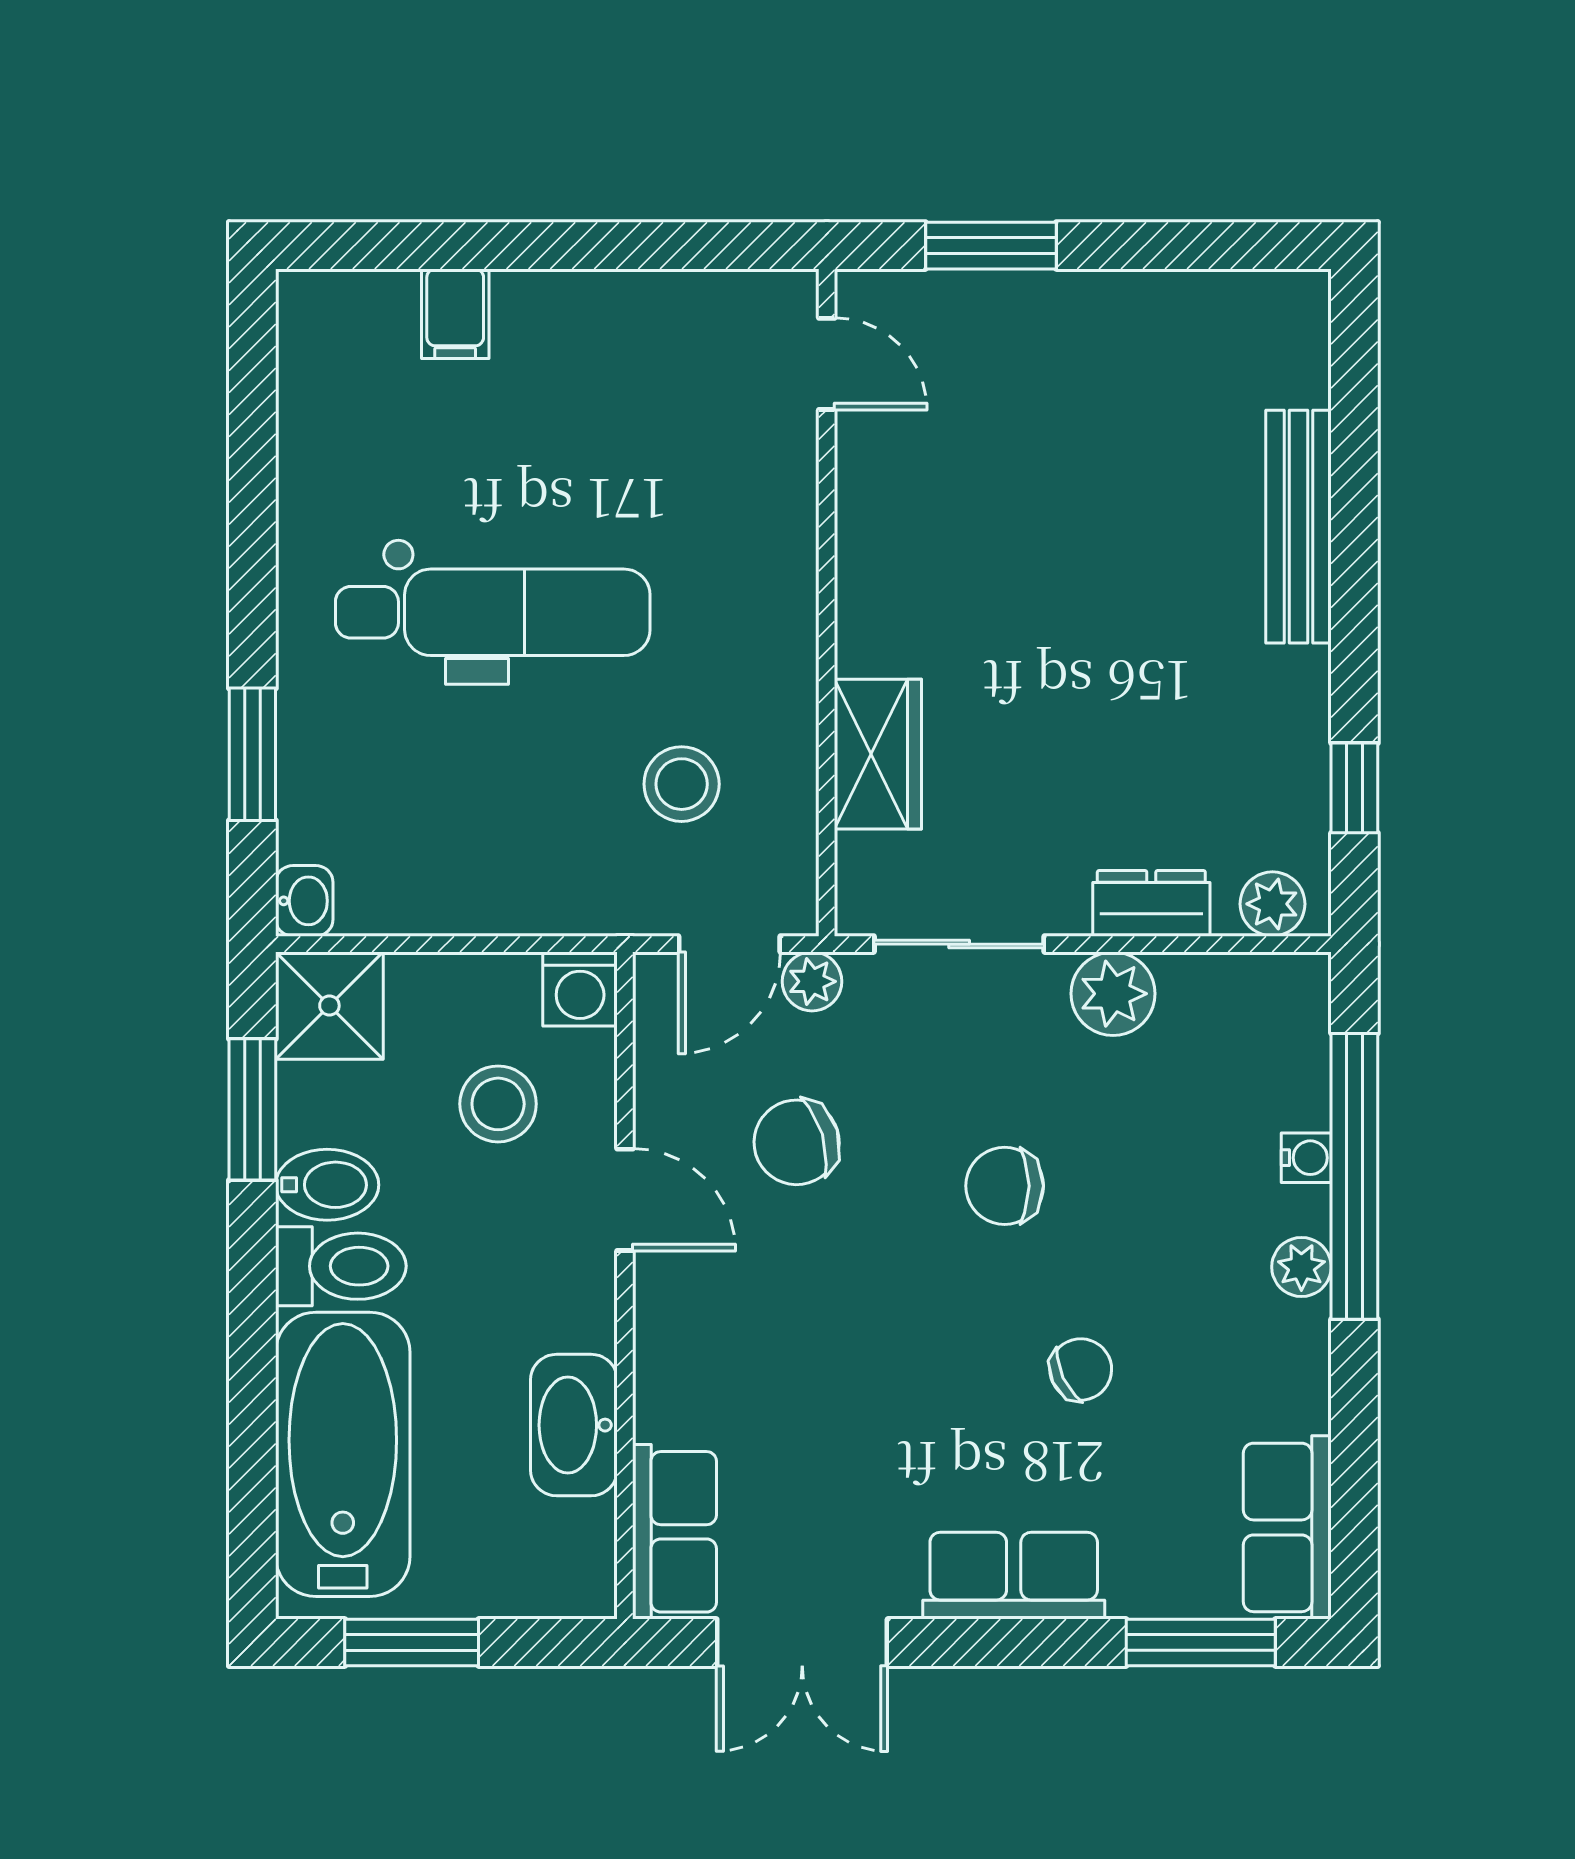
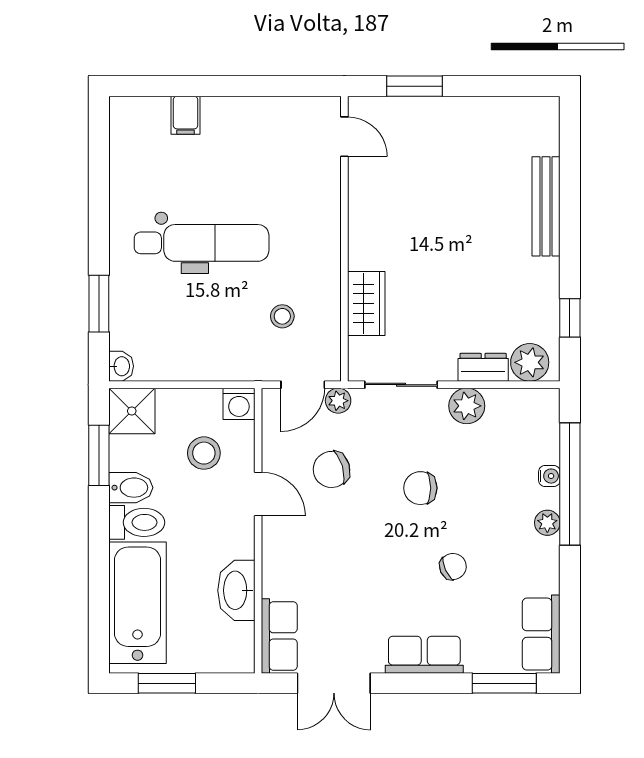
stool: (682, 784) -> (282, 316), width x0.73, depth x0.73
plant: (1273, 904) -> (530, 362), width x1.38, depth x1.38

